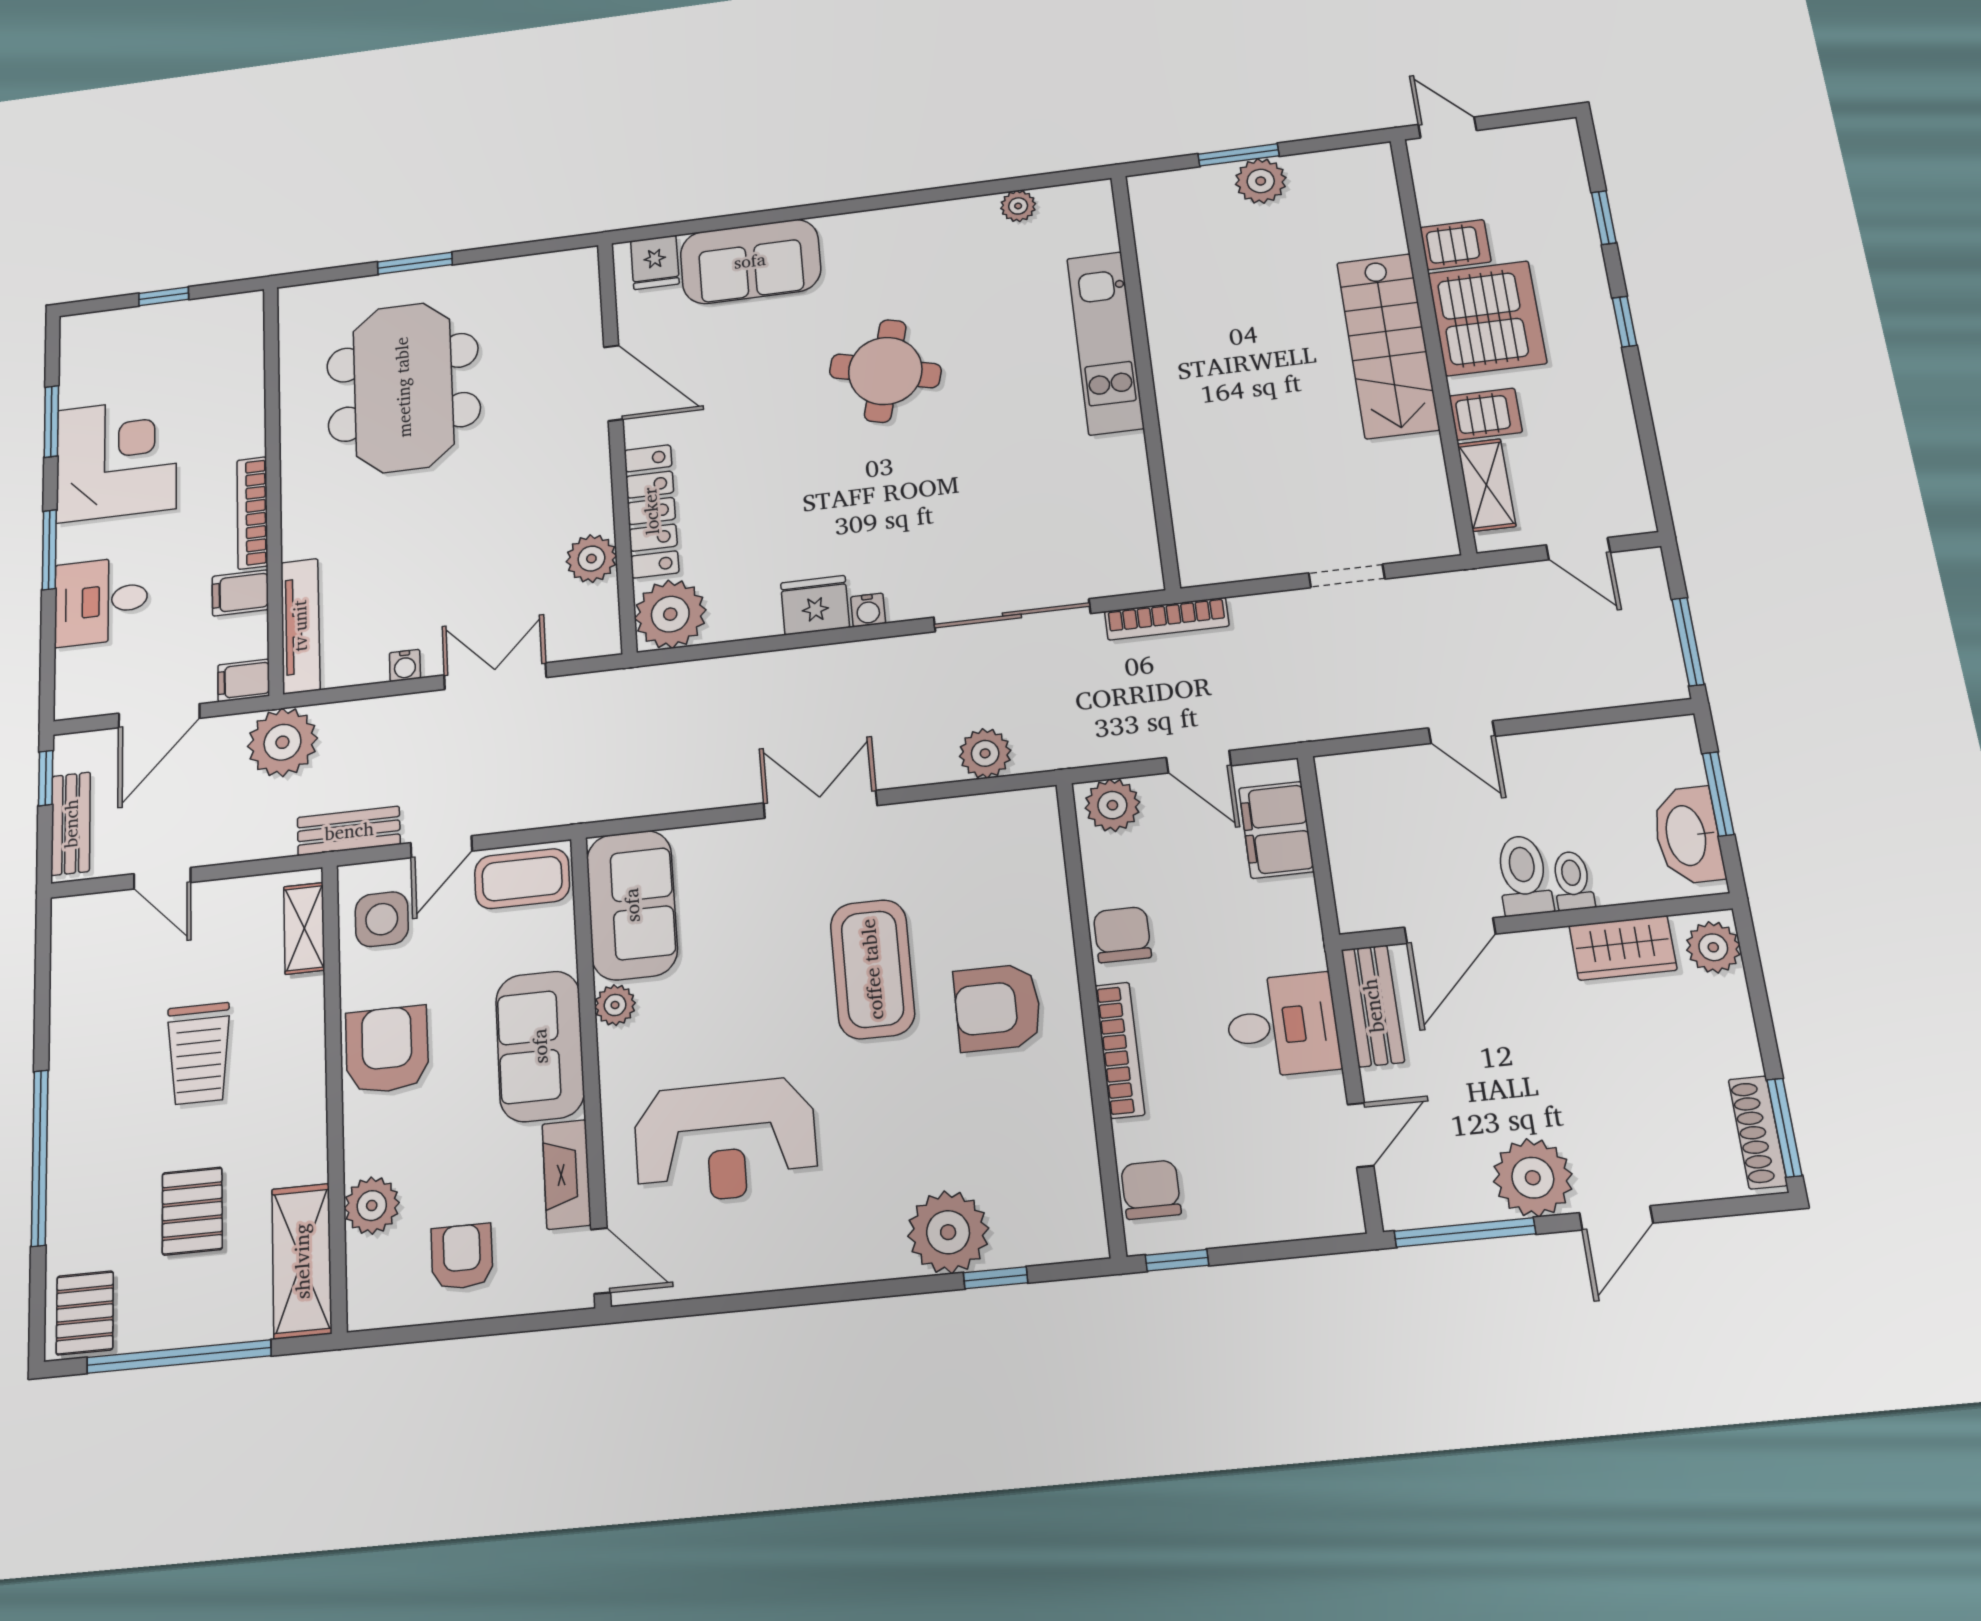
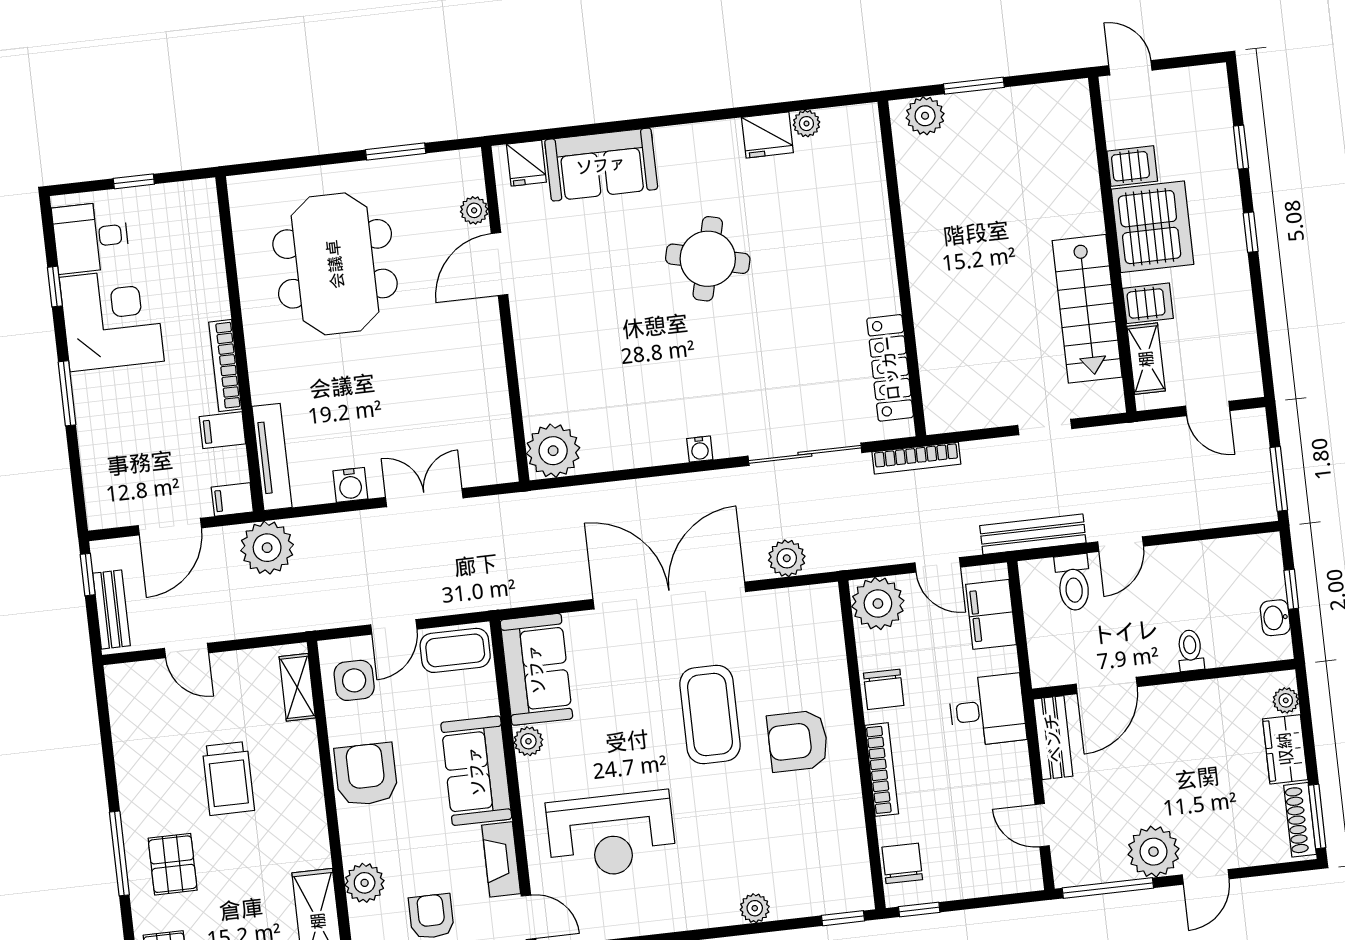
plant: (1261, 181) -> (925, 116), moved
window: (415, 263) -> (396, 152), moved
kitchen unit: (1105, 343) -> (873, 240), removed
stairs: (1388, 346) -> (1087, 309), moved
door: (613, 383) -> (500, 264), swing flipped
window: (51, 421) -> (55, 287), width x0.67
locker: (651, 511) -> (890, 368), moved, turned 180
plant: (591, 559) -> (474, 210), moved, width x0.73, depth x0.73
desk: (101, 601) -> (91, 237), moved
fridge: (815, 605) -> (767, 135), moved, turned 180
water cooler: (405, 665) -> (350, 485), width x1.38, depth x1.38
door: (1462, 732) -> (1121, 544), hinge flipped
window: (1718, 794) -> (1291, 589), width x0.67
double door: (820, 804) -> (669, 596), width x1.87
plant: (1112, 805) -> (878, 604), width x1.36, depth x1.36
bench: (349, 831) -> (1033, 534), moved, width x1.36
washbasin: (1688, 835) -> (1275, 618), width x0.52, depth x0.69
toilet: (1524, 875) -> (1073, 582), moved, turned 180
chair: (1122, 935) -> (884, 689), turned 180
plant: (1713, 947) -> (1286, 700), width x0.73, depth x0.73
wardrobe: (1623, 948) -> (1285, 749), moved, turned 90
desk: (1282, 1025) -> (987, 710), moved
door: (1361, 1135) -> (1042, 825), swing flipped
window: (40, 1158) -> (119, 853), width x0.68
pallet: (192, 1211) -> (173, 864), moved
plant: (948, 1232) -> (755, 908), width x0.53, depth x0.53
window: (996, 1278) -> (843, 918), moved

